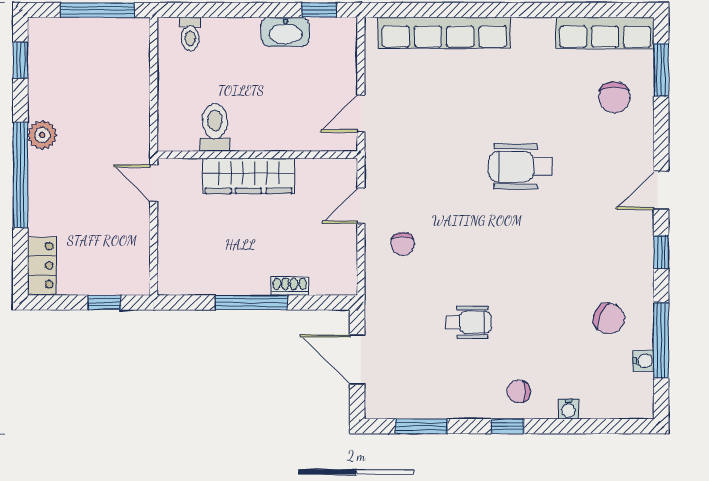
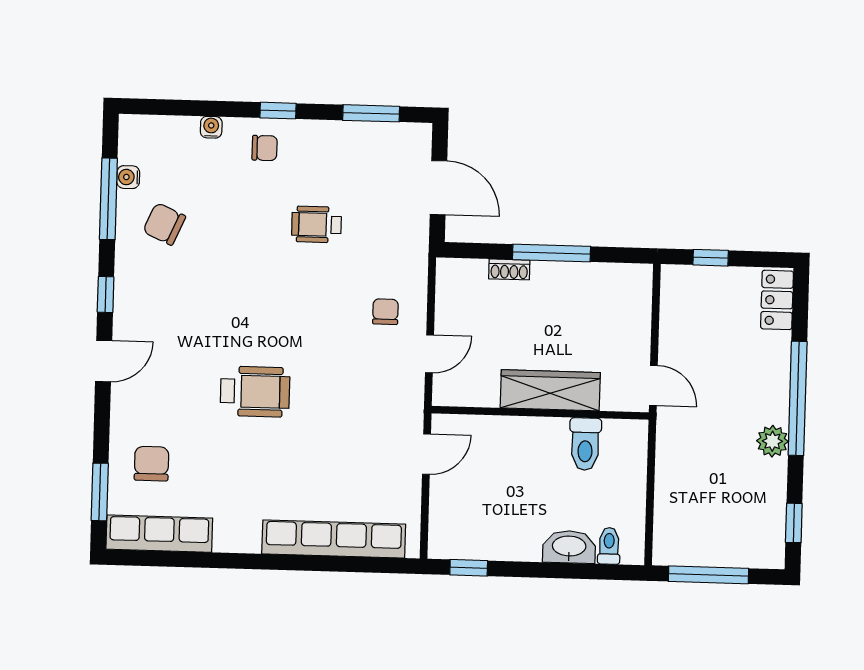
washbasin: (285, 32) -> (569, 547), moved

